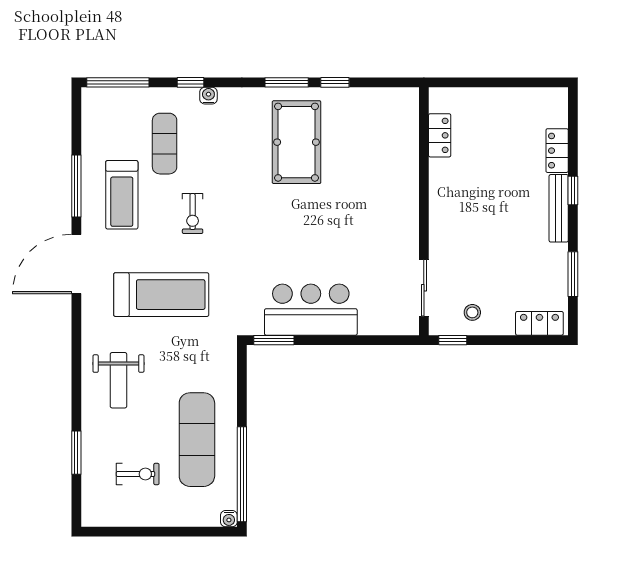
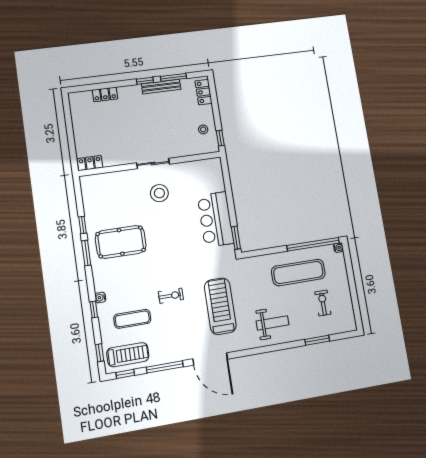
window: (118, 82) -> (100, 353), width x0.46
window: (76, 119) -> (125, 374), added
locker: (440, 135) -> (90, 163), moved
window: (573, 191) -> (145, 81), moved
treadmill: (122, 195) -> (128, 355), moved
bench: (559, 208) -> (161, 87), moved
stool: (371, 220) -> (159, 193), added
sliding door: (424, 288) -> (153, 163), moved

